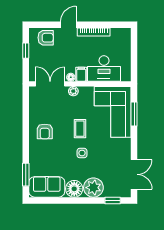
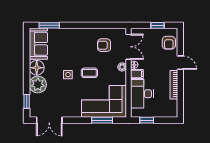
window: (134, 63) -> (147, 120), added
armchair: (45, 131) -> (104, 45), moved

